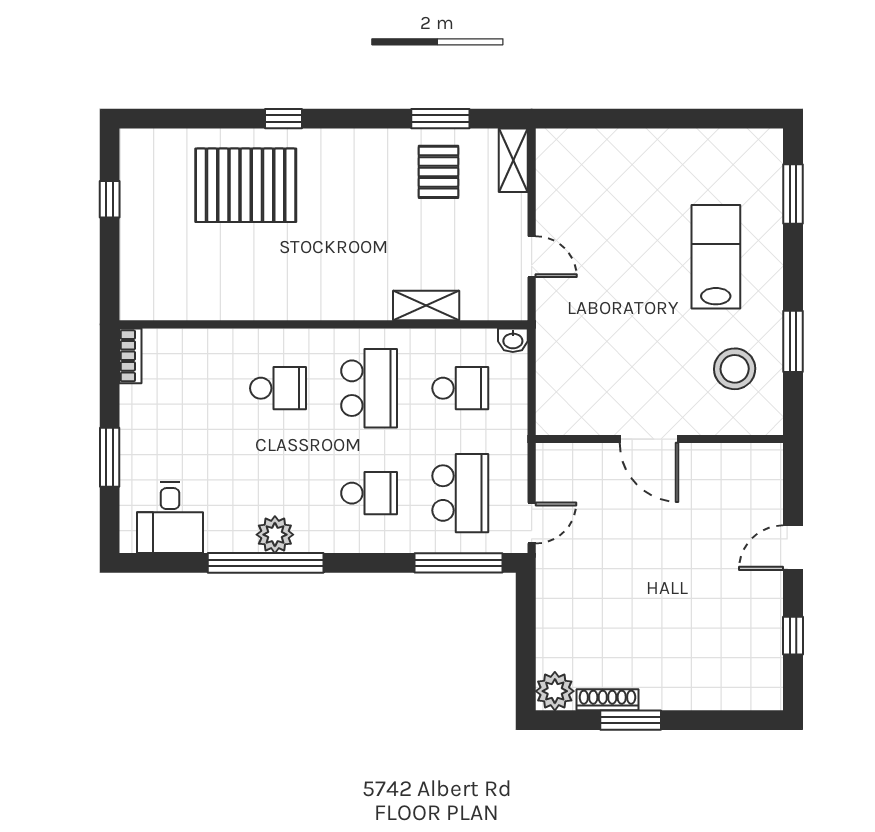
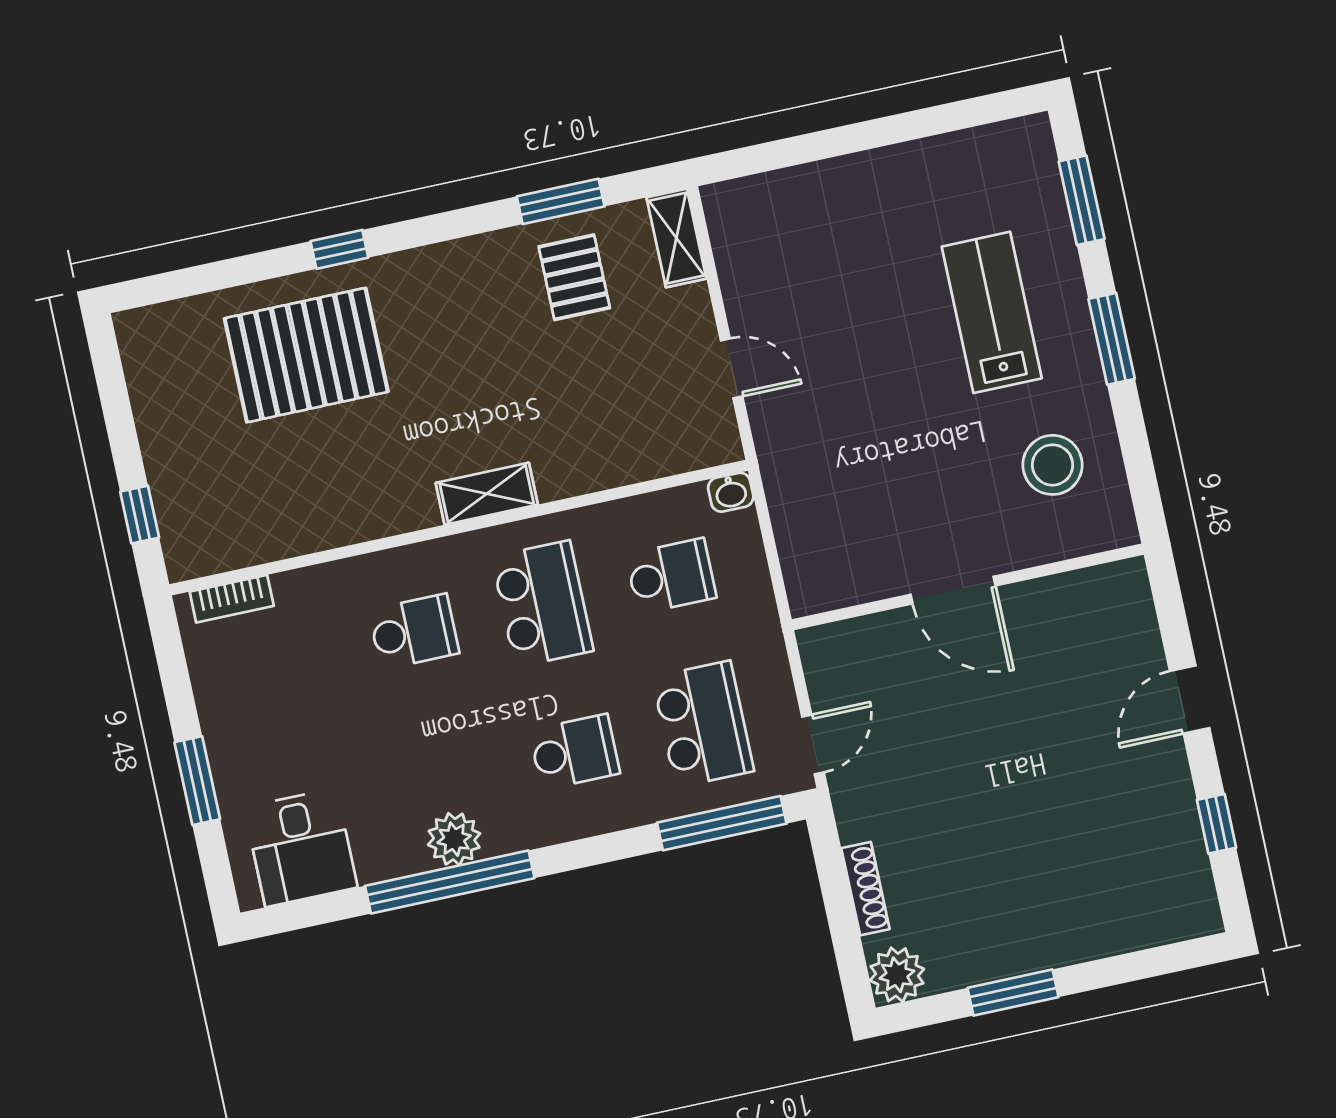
window: (110, 199) -> (140, 515), moved
shelving: (426, 306) -> (487, 494), moved
window: (793, 341) -> (1112, 339), moved
bookcase: (130, 356) -> (232, 599), moved, turned 90
shoe rack: (607, 700) -> (865, 889), moved, turned 90

